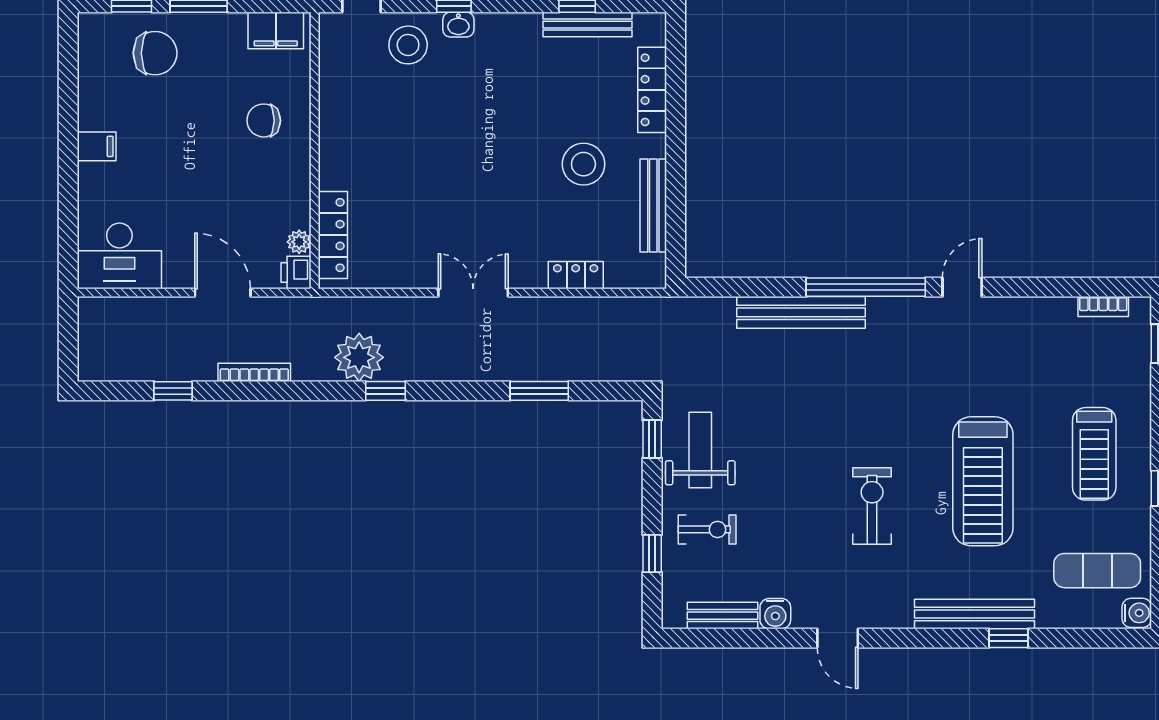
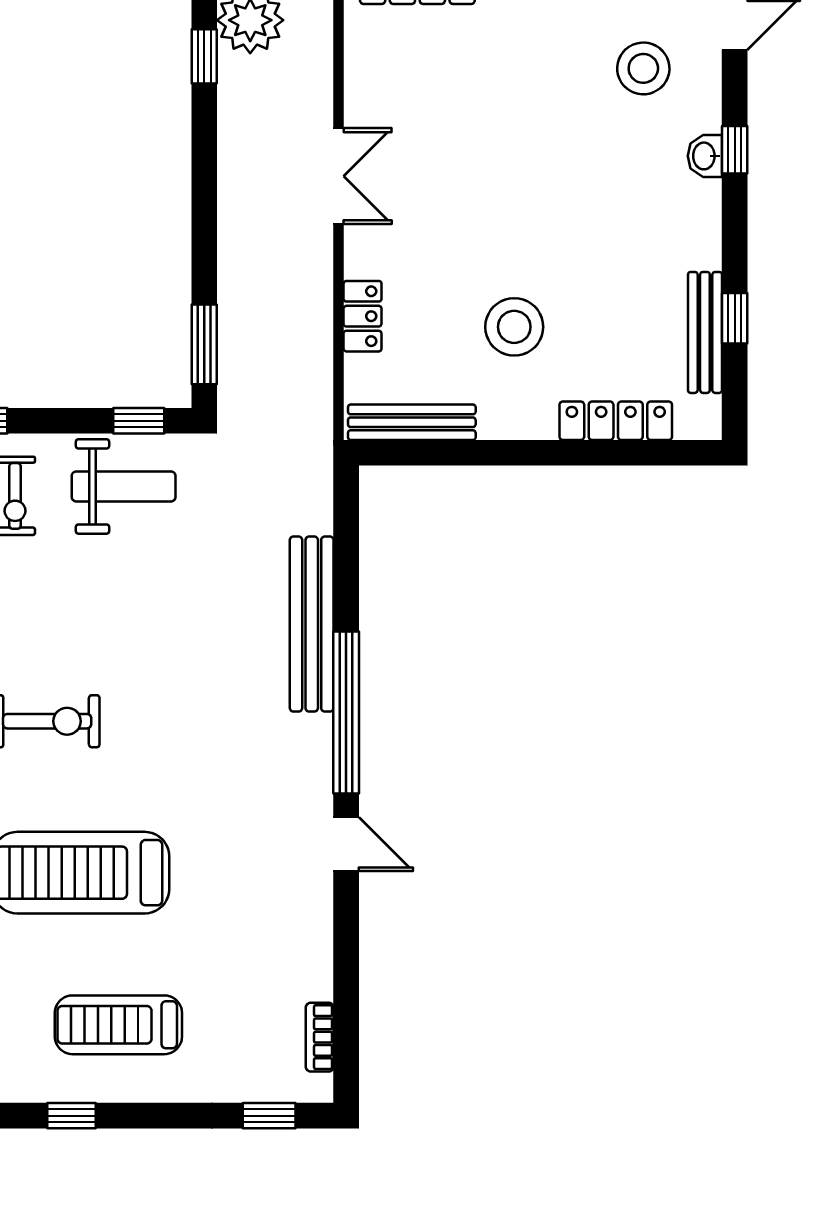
stool: (408, 45) -> (643, 68), moved
bench: (653, 206) -> (412, 422), moved
window: (539, 391) -> (204, 344), moved

